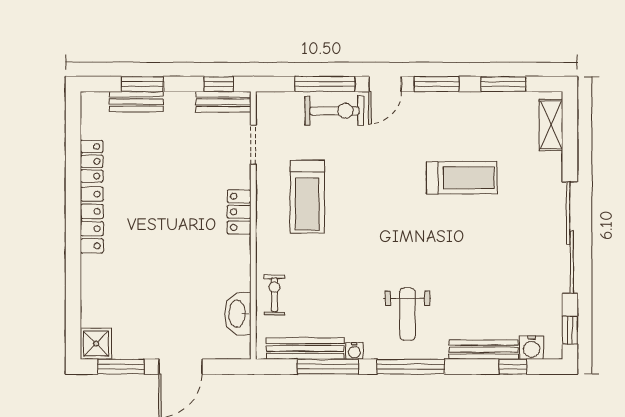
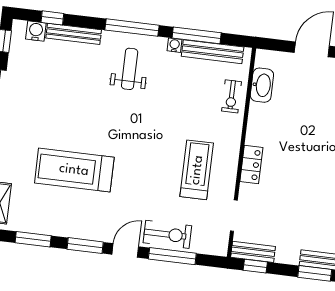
exercise bike: (334, 111) -> (167, 234), turned 180
treadmill: (462, 178) -> (74, 170), width x1.37, depth x1.38

